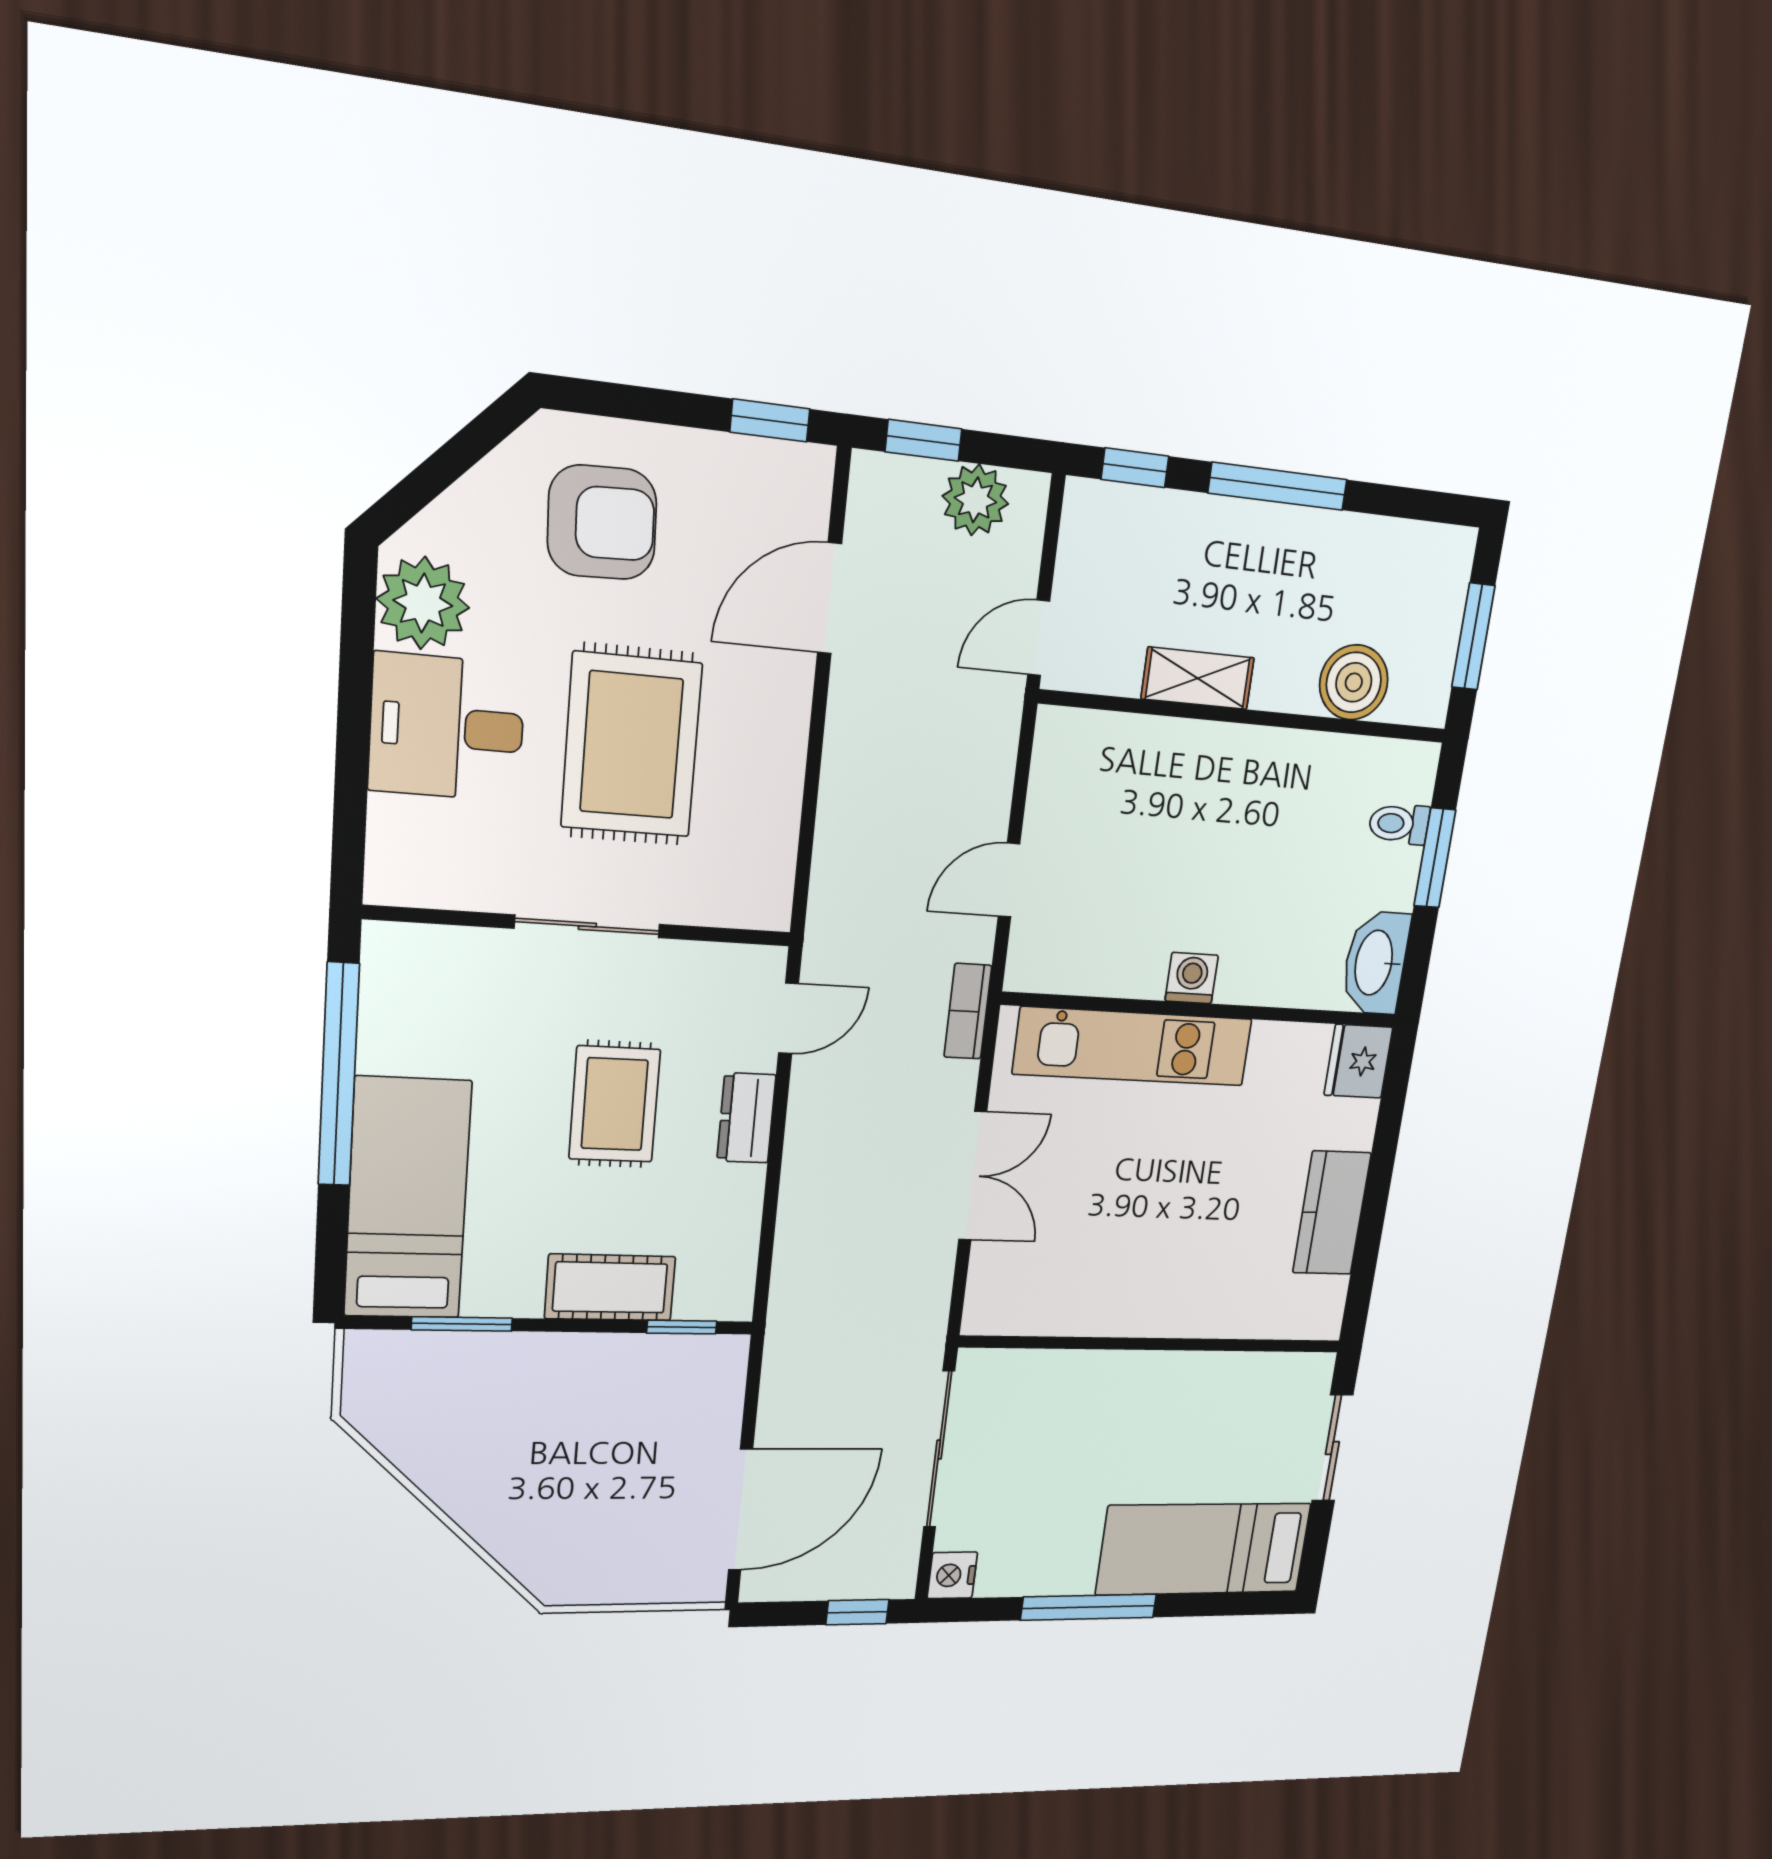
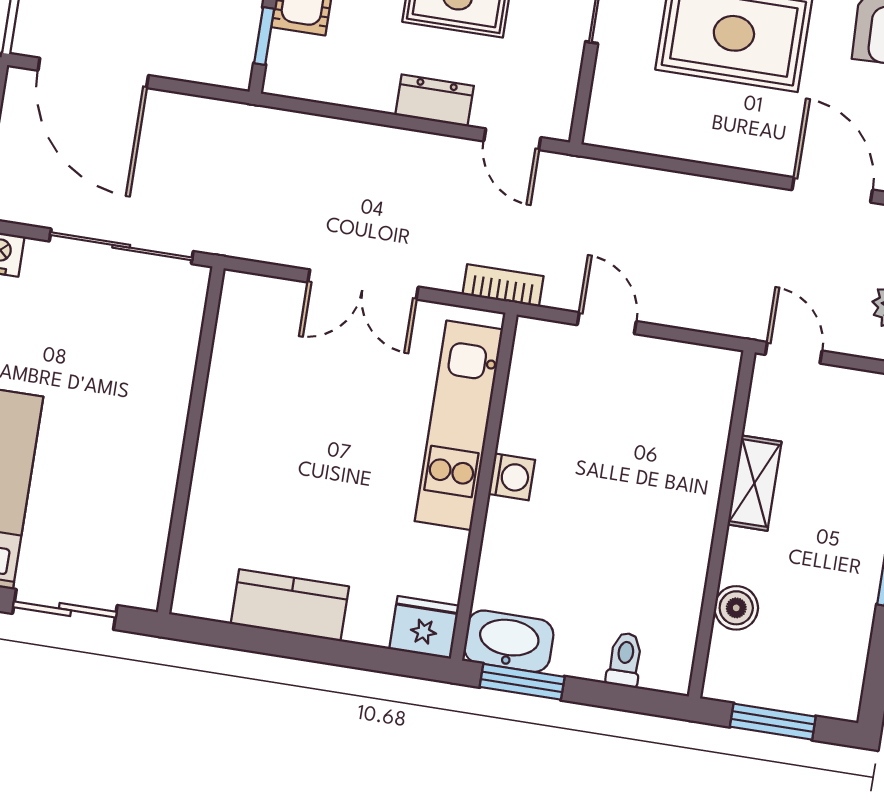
boiler: (1354, 682) -> (736, 608), width x0.73, depth x0.73
window: (1435, 858) -> (522, 682), moved

